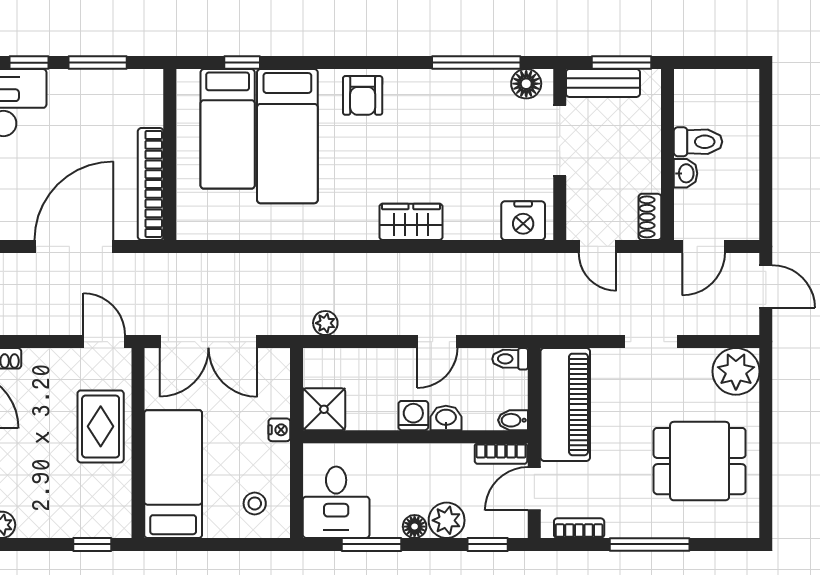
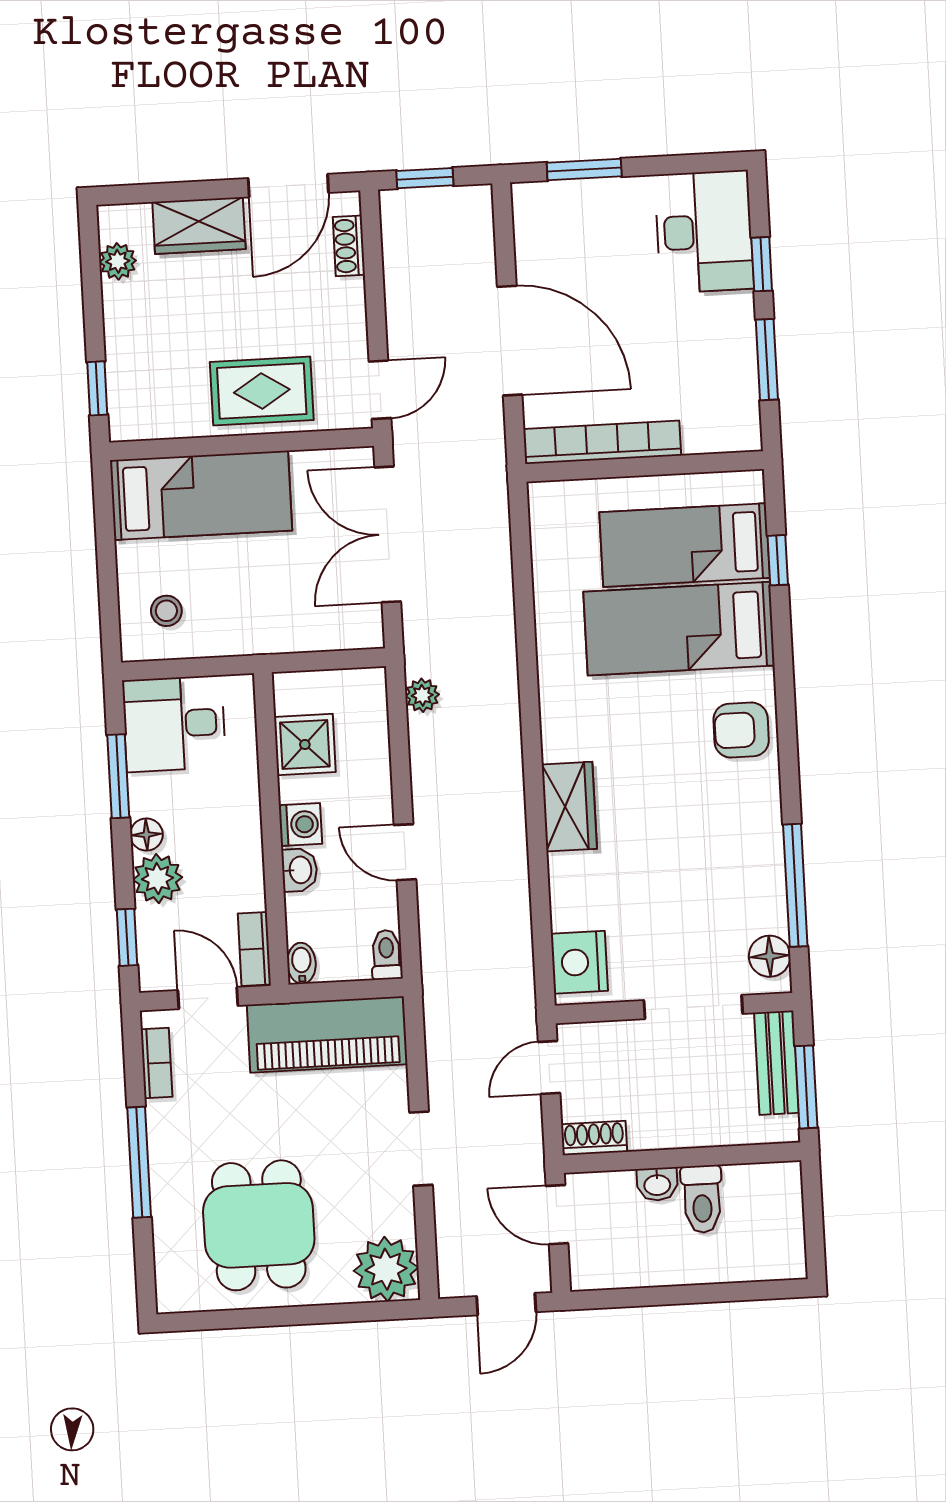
shower: (324, 409) -> (305, 744), moved
nightstand: (279, 430) -> (271, 640), removed

